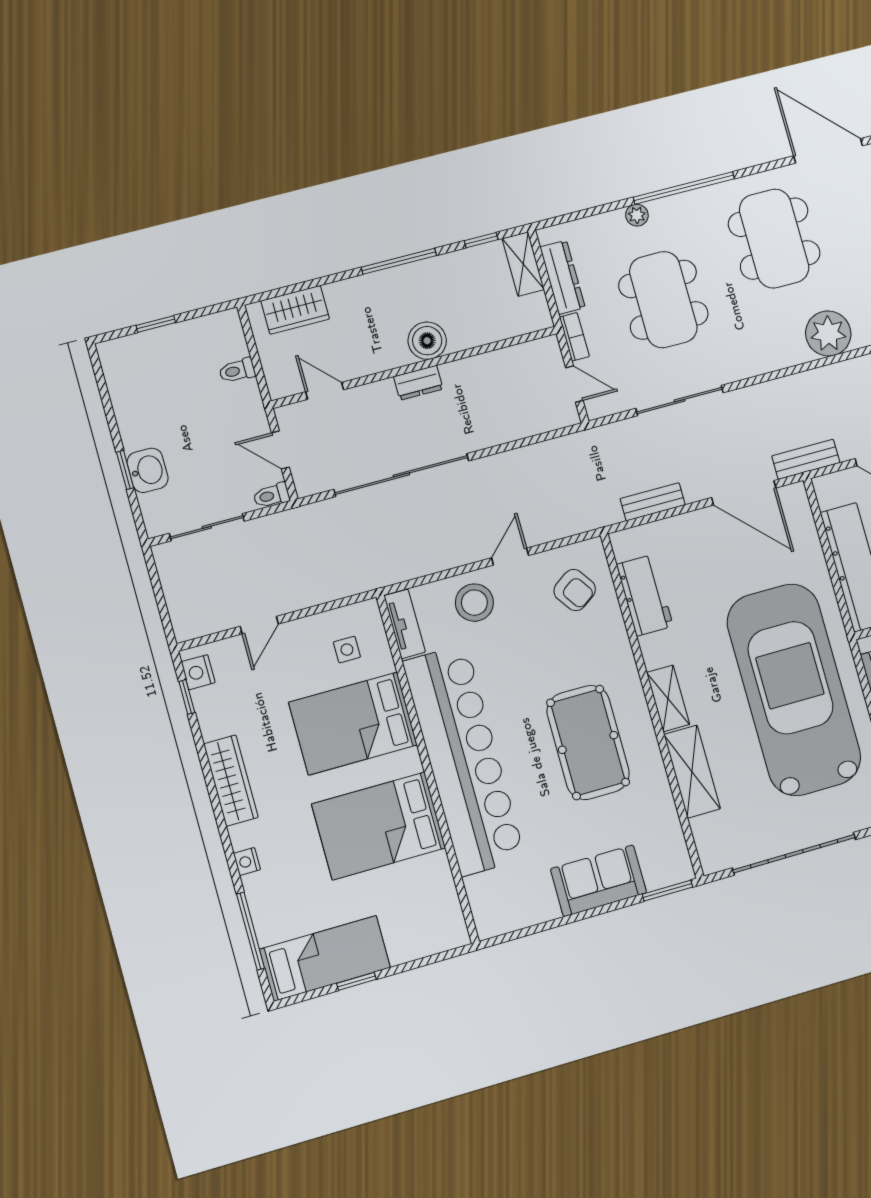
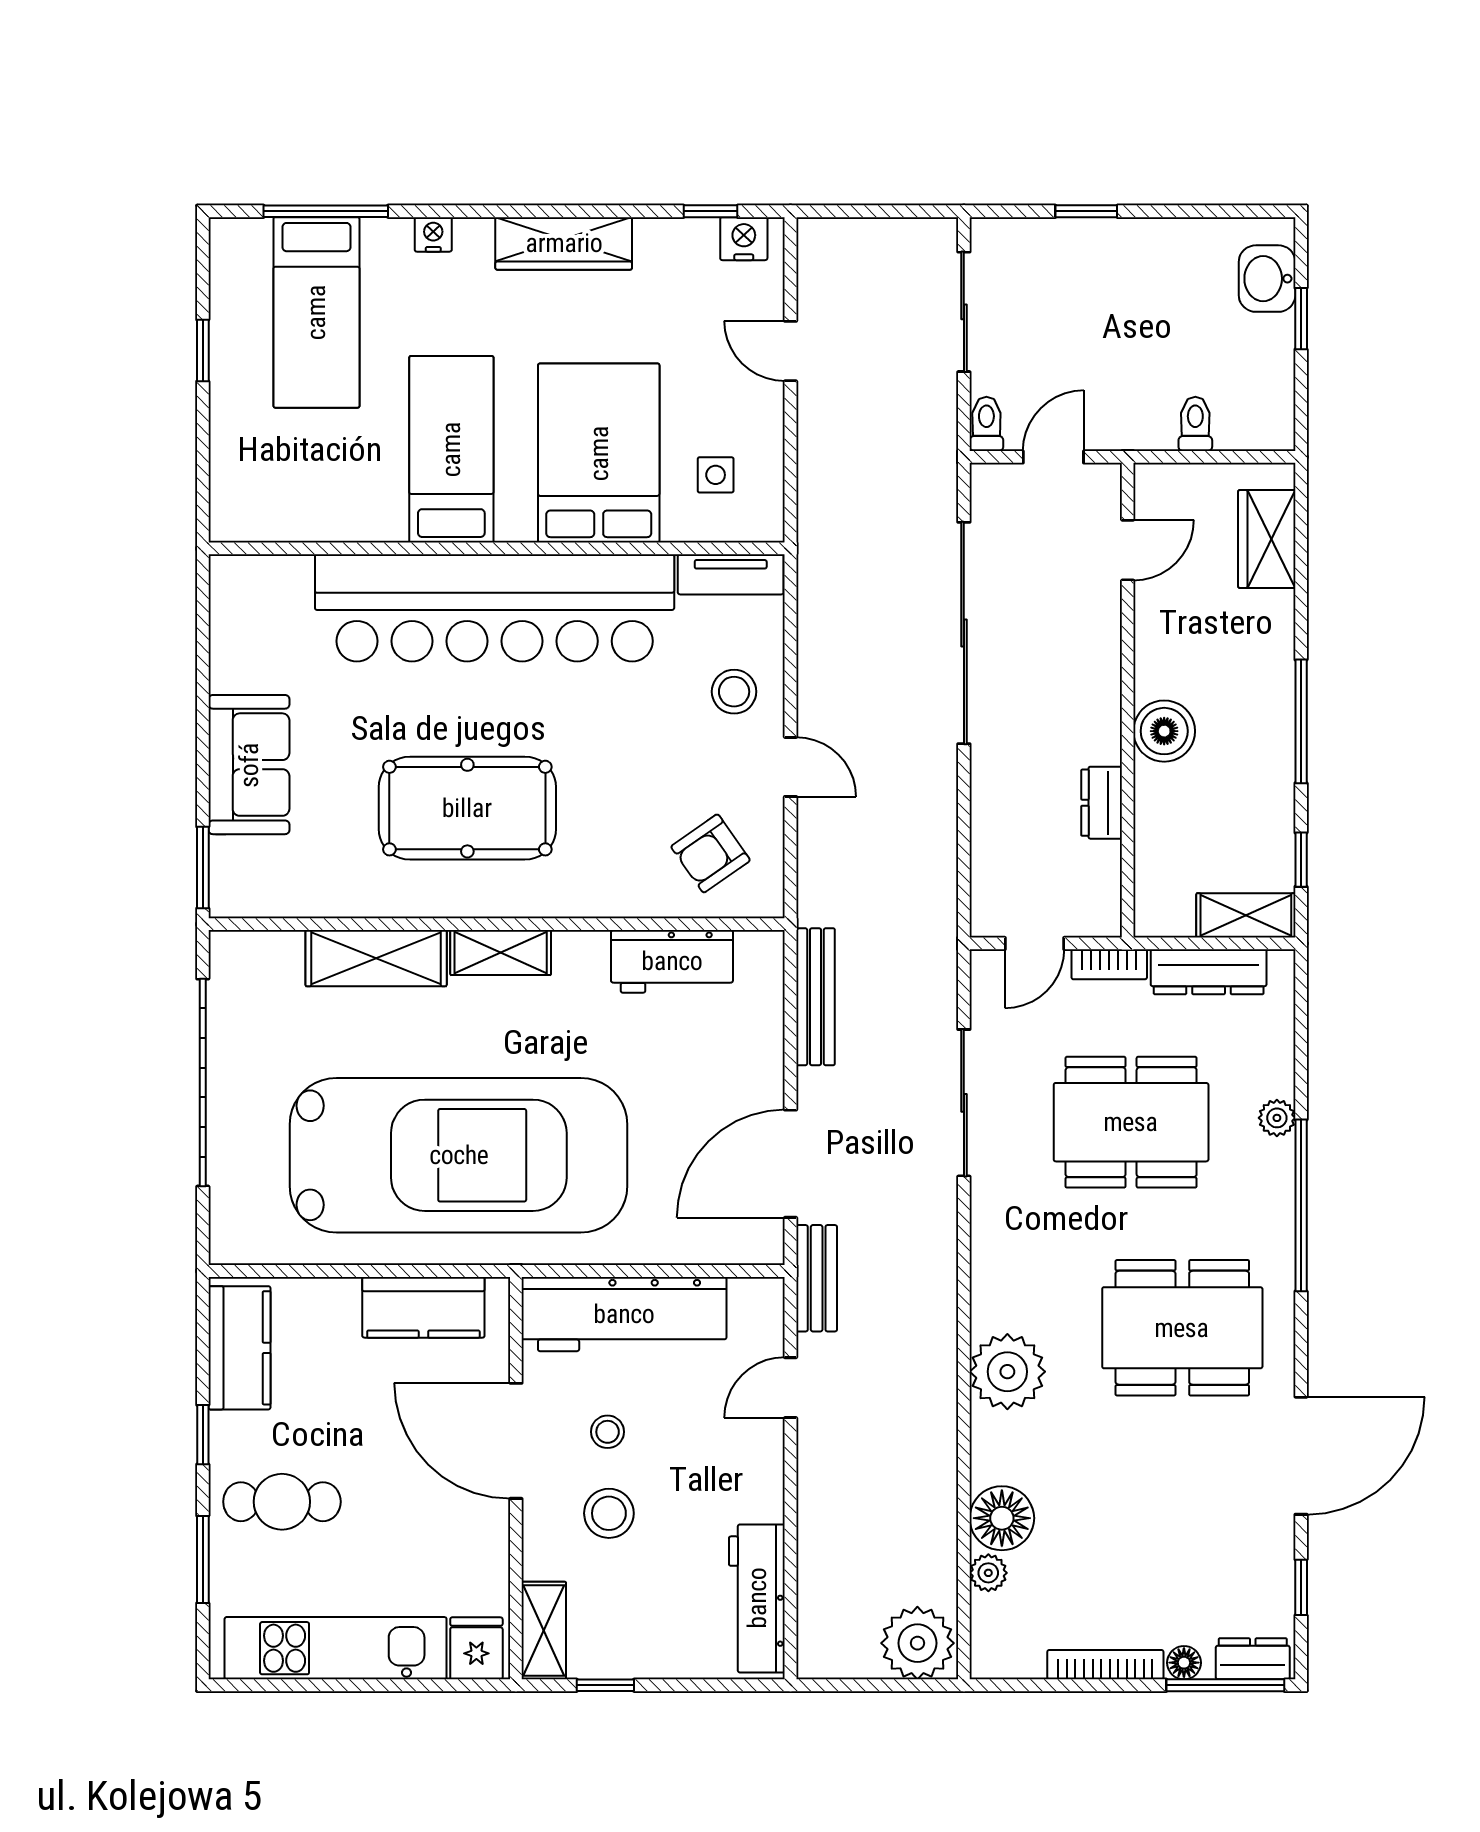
dresser: (418, 383) -> (1102, 803), moved
washbasin: (148, 470) -> (1267, 279), moved, turned 90
bench: (653, 502) -> (816, 997), width x1.36
stool: (474, 603) -> (734, 692), width x0.73, depth x0.73
bed: (379, 826) -> (451, 449), width x0.67
bed: (325, 958) -> (316, 312), moved

